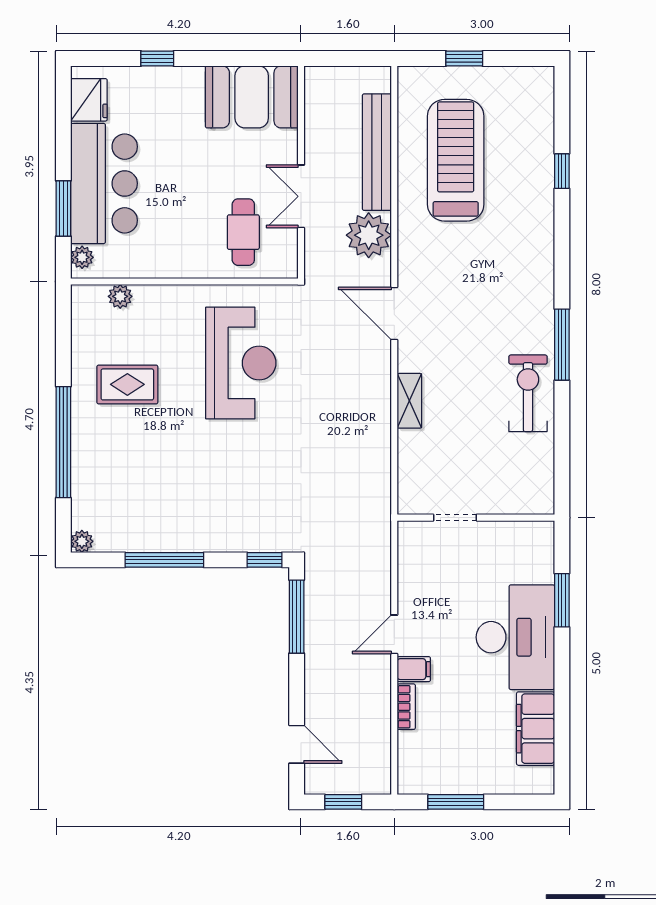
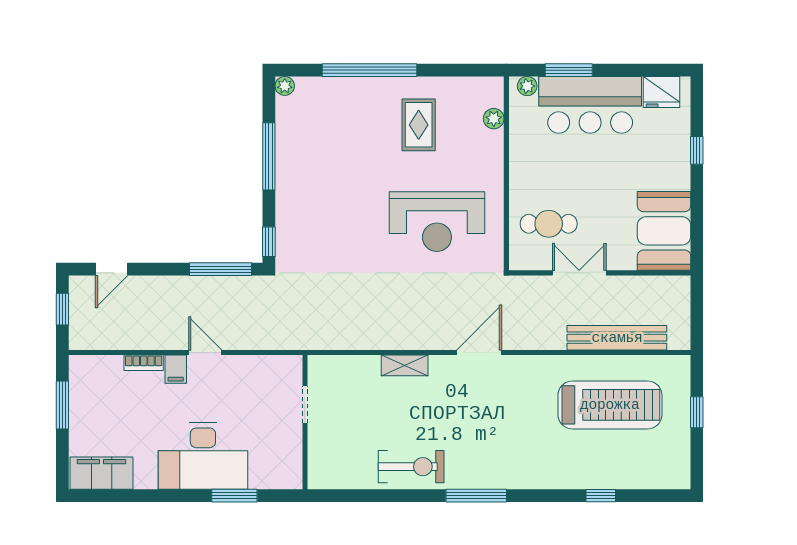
plant: (369, 235) -> (546, 331), removed
window: (562, 345) -> (476, 496), moved
filing cabinet: (536, 729) -> (101, 473), moved

